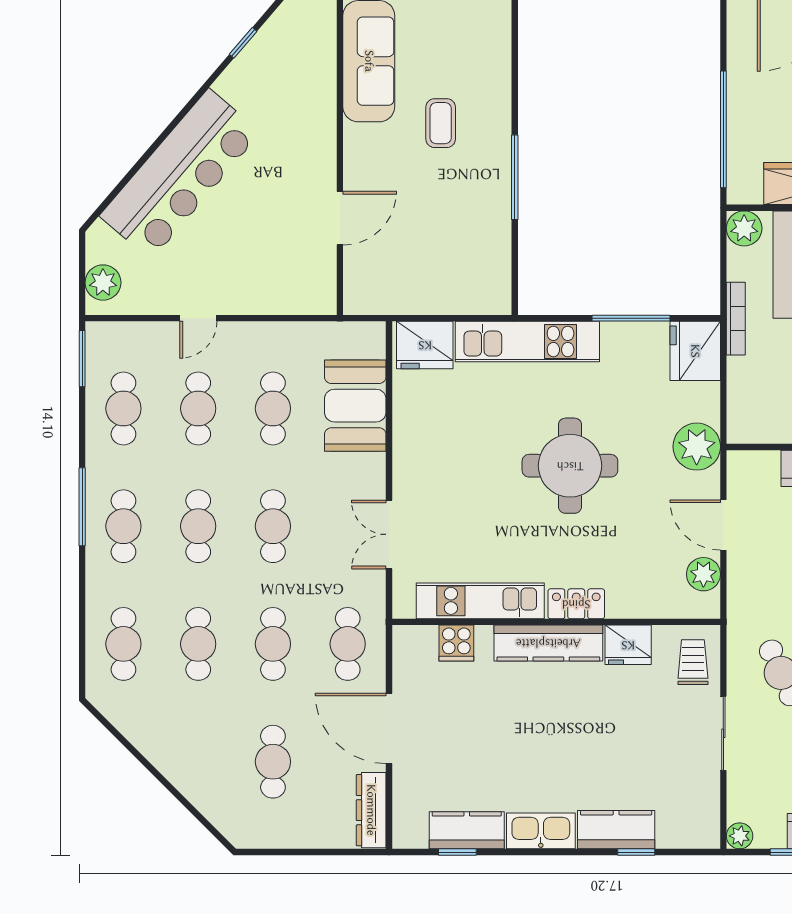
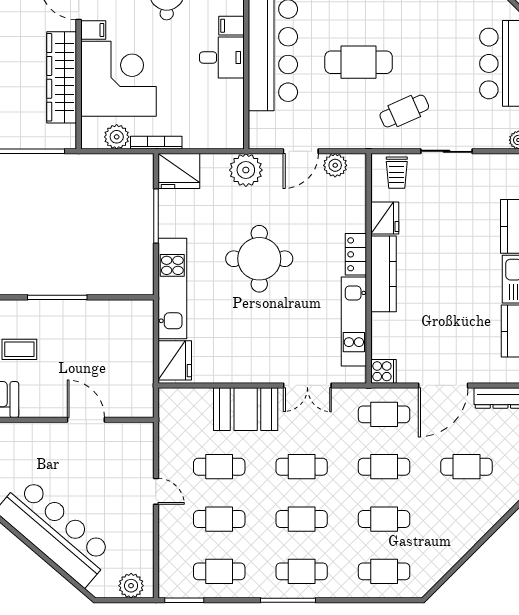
plant: (744, 228) -> (117, 137), moved
door: (198, 318) -> (156, 491), moved
booth: (355, 406) -> (246, 409), moved
cooker: (456, 643) -> (383, 371), moved
trolley: (693, 662) -> (397, 173), turned -90

